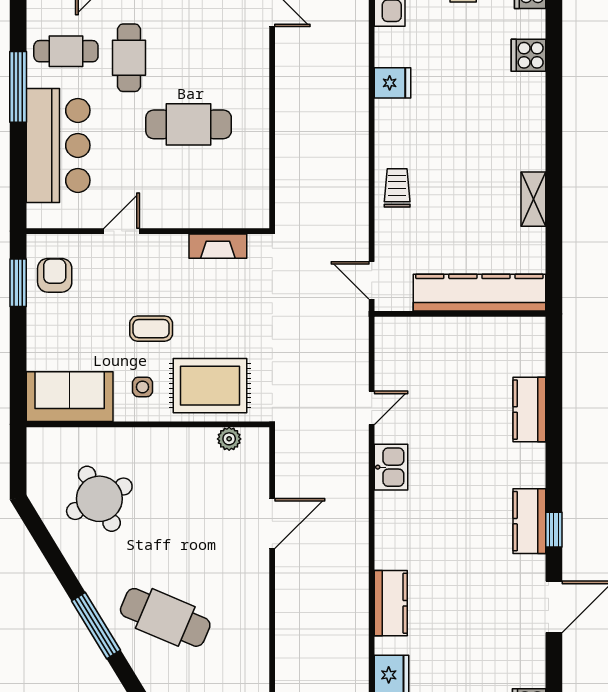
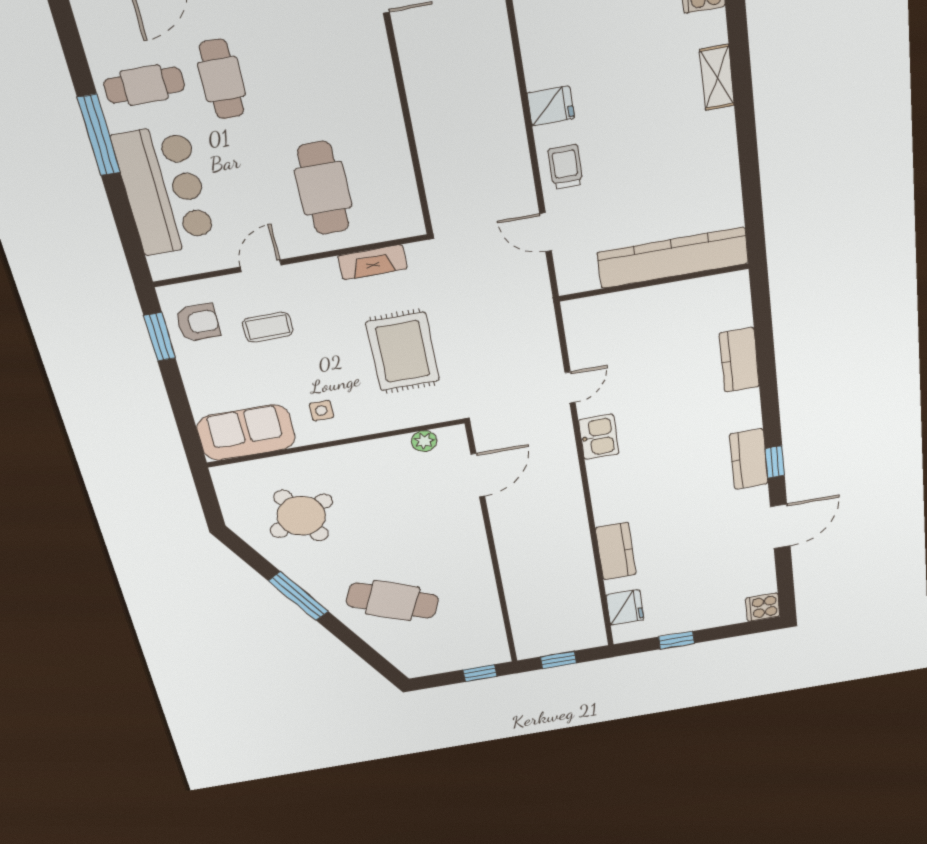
fridge: (393, 83) -> (551, 106), moved
cafe table: (189, 124) -> (323, 188), moved, turned 90
shelving: (533, 199) -> (717, 78), moved
armchair: (55, 275) -> (198, 323), turned 90
door: (372, 280) -> (546, 232), moved
coffee table: (151, 329) -> (268, 327), moved
rug: (210, 386) -> (403, 352), moved, turned 90
door: (272, 523) -> (478, 475), moved
window: (96, 626) -> (298, 596), moved

